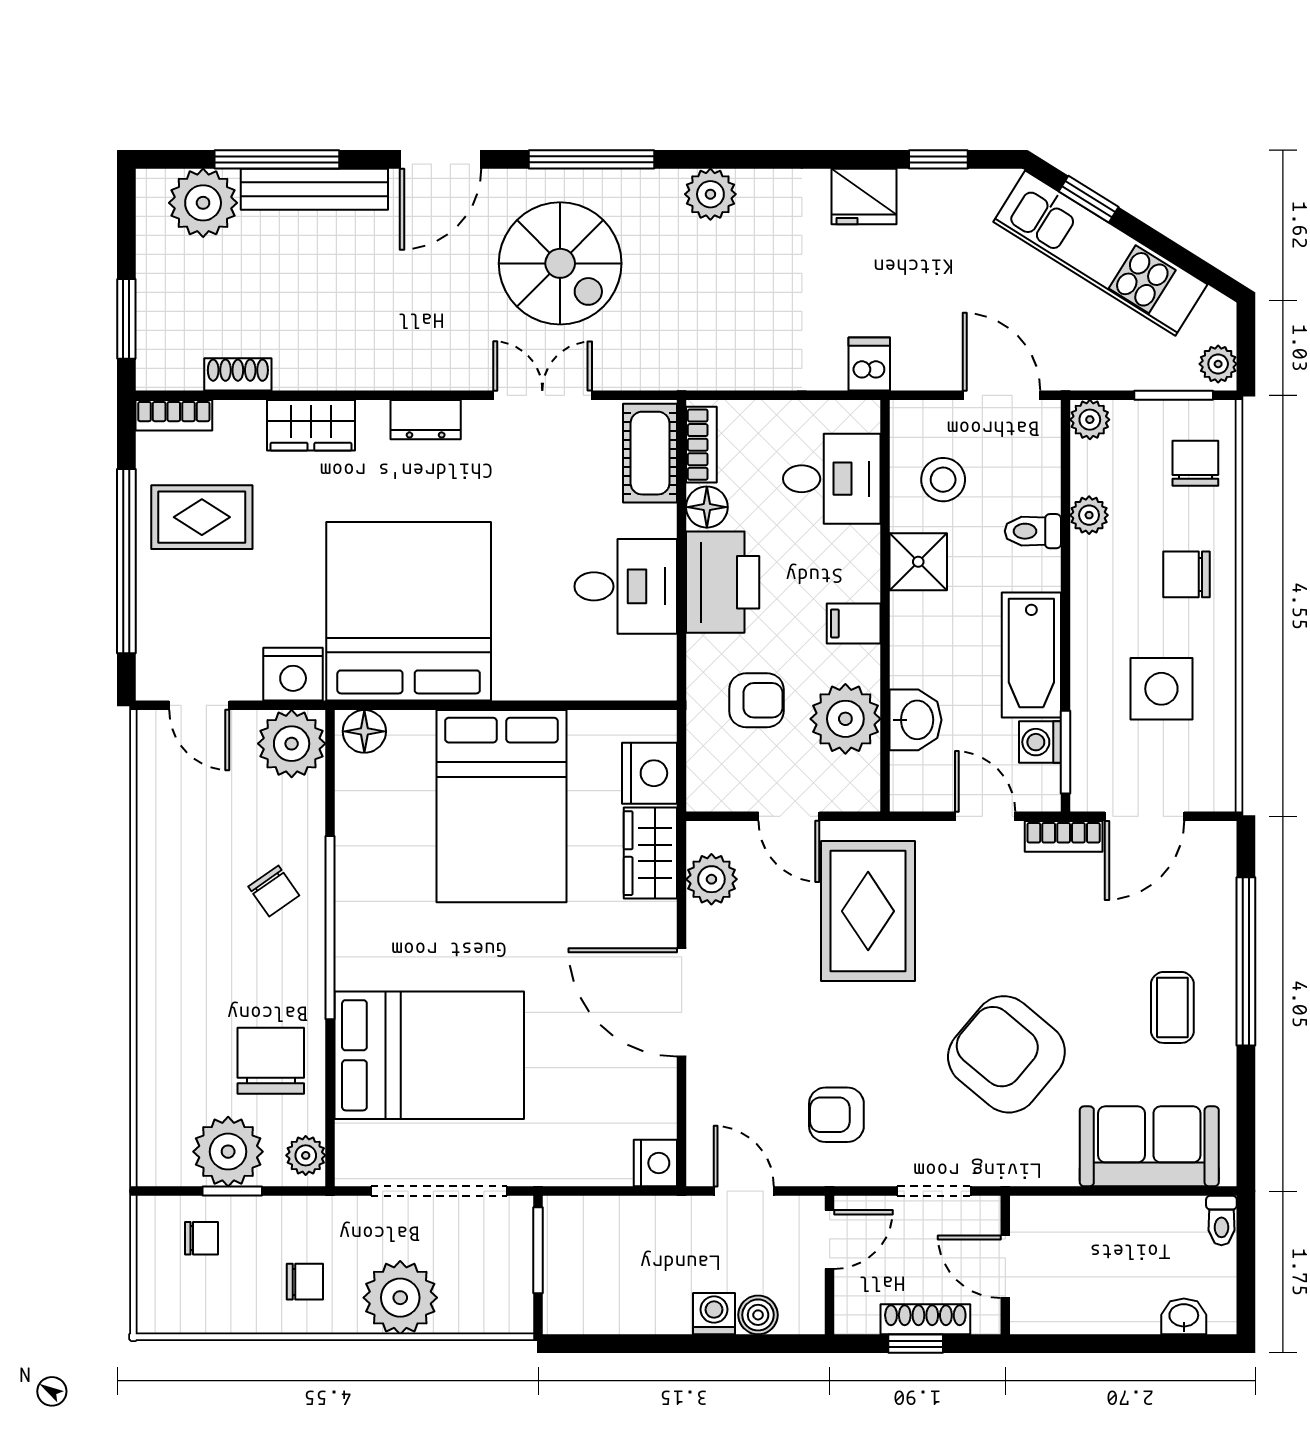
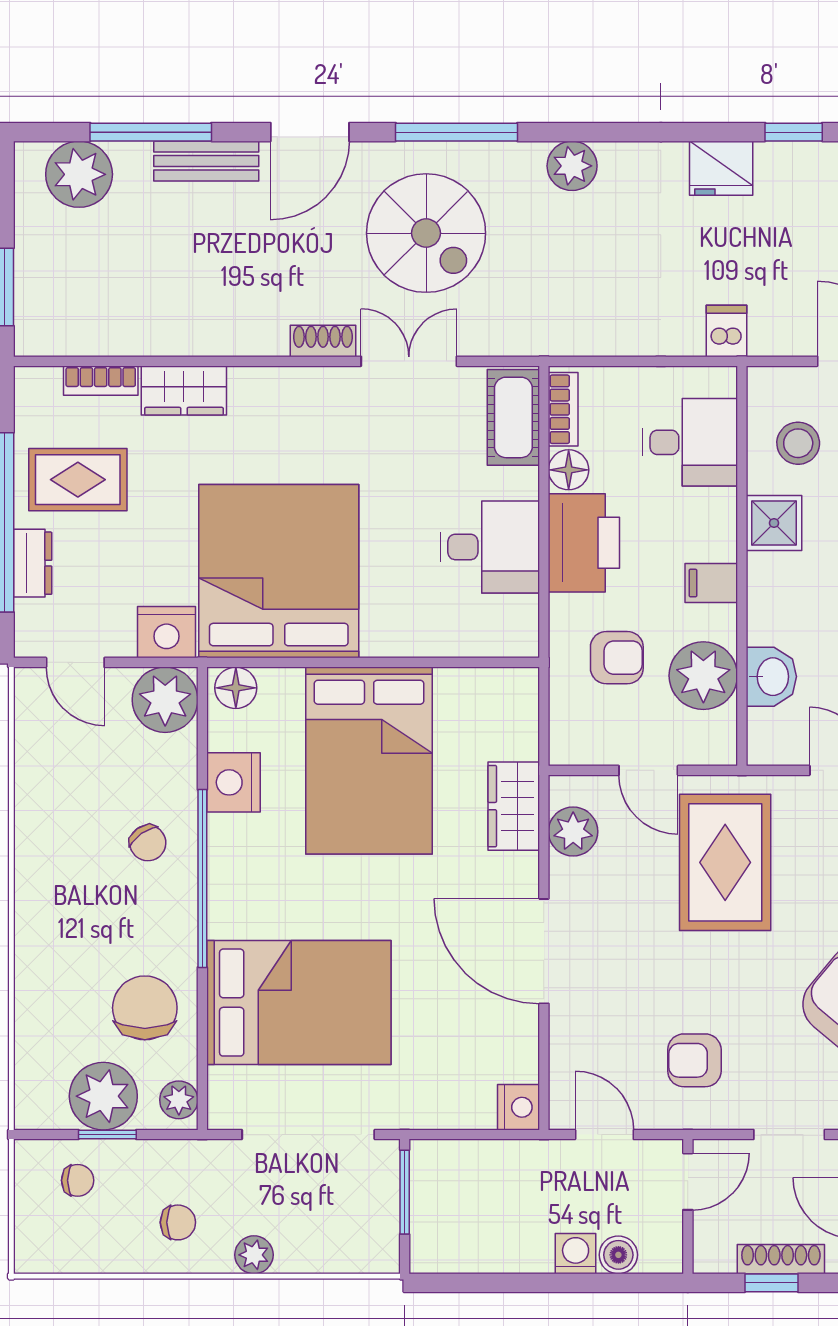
bench: (314, 189) -> (206, 161), width x0.73
shoe rack: (238, 374) -> (323, 341), moved
bookcase: (174, 415) -> (101, 381), moved
dresser: (426, 420) -> (33, 563), moved, turned -90
nightstand: (650, 773) -> (233, 782), moved, turned 180
plant: (400, 1298) -> (254, 1255), width x0.53, depth x0.53

